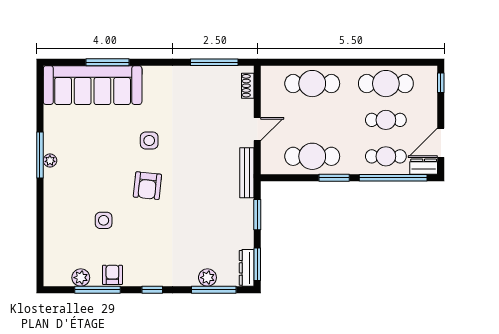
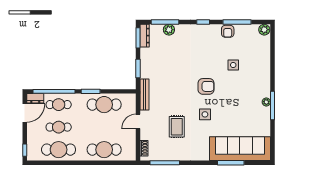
rug: (195, 120) -> (177, 127), added
armchair: (147, 186) -> (206, 86), turned 84
plant: (81, 278) -> (264, 30), moved

